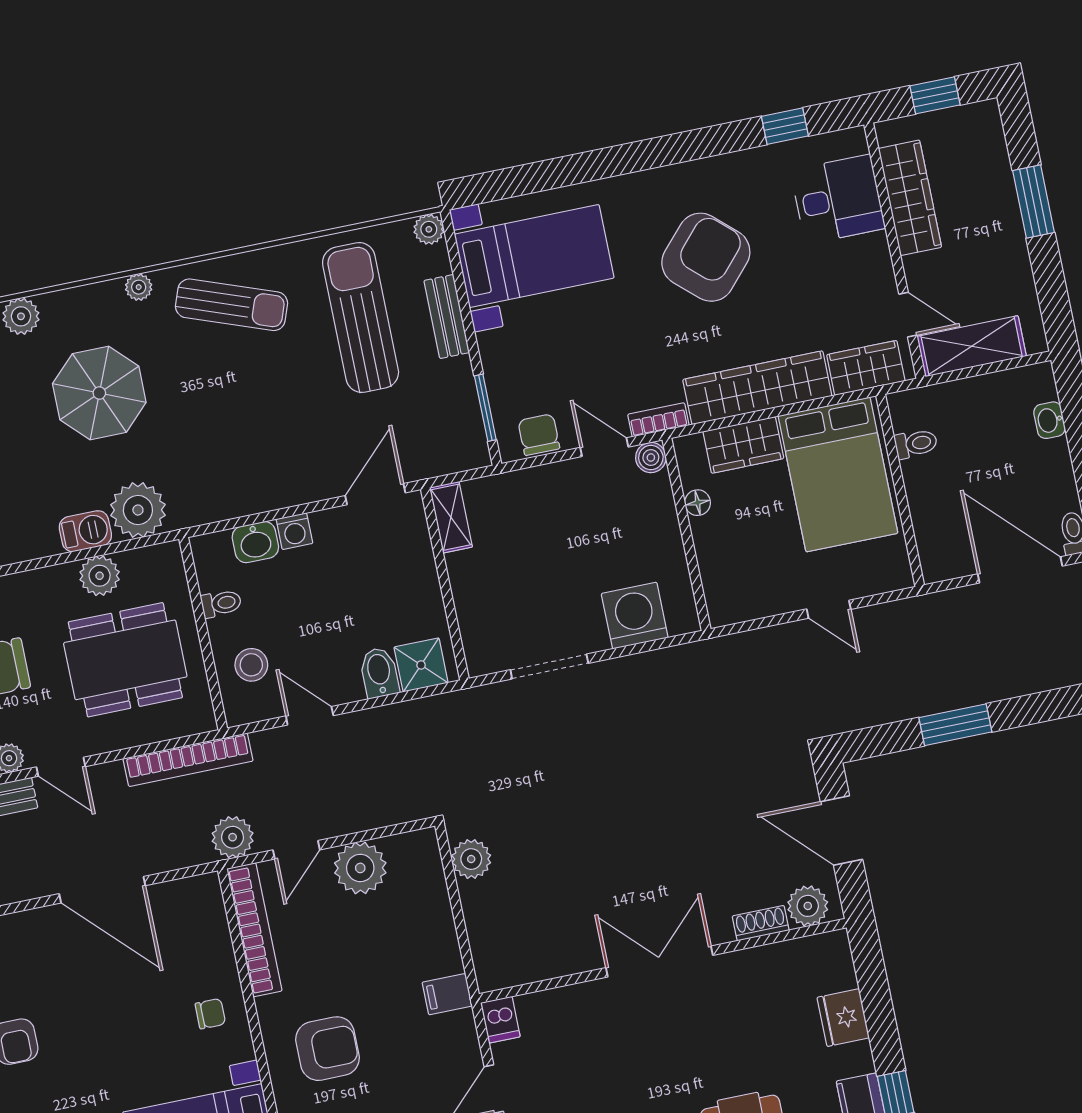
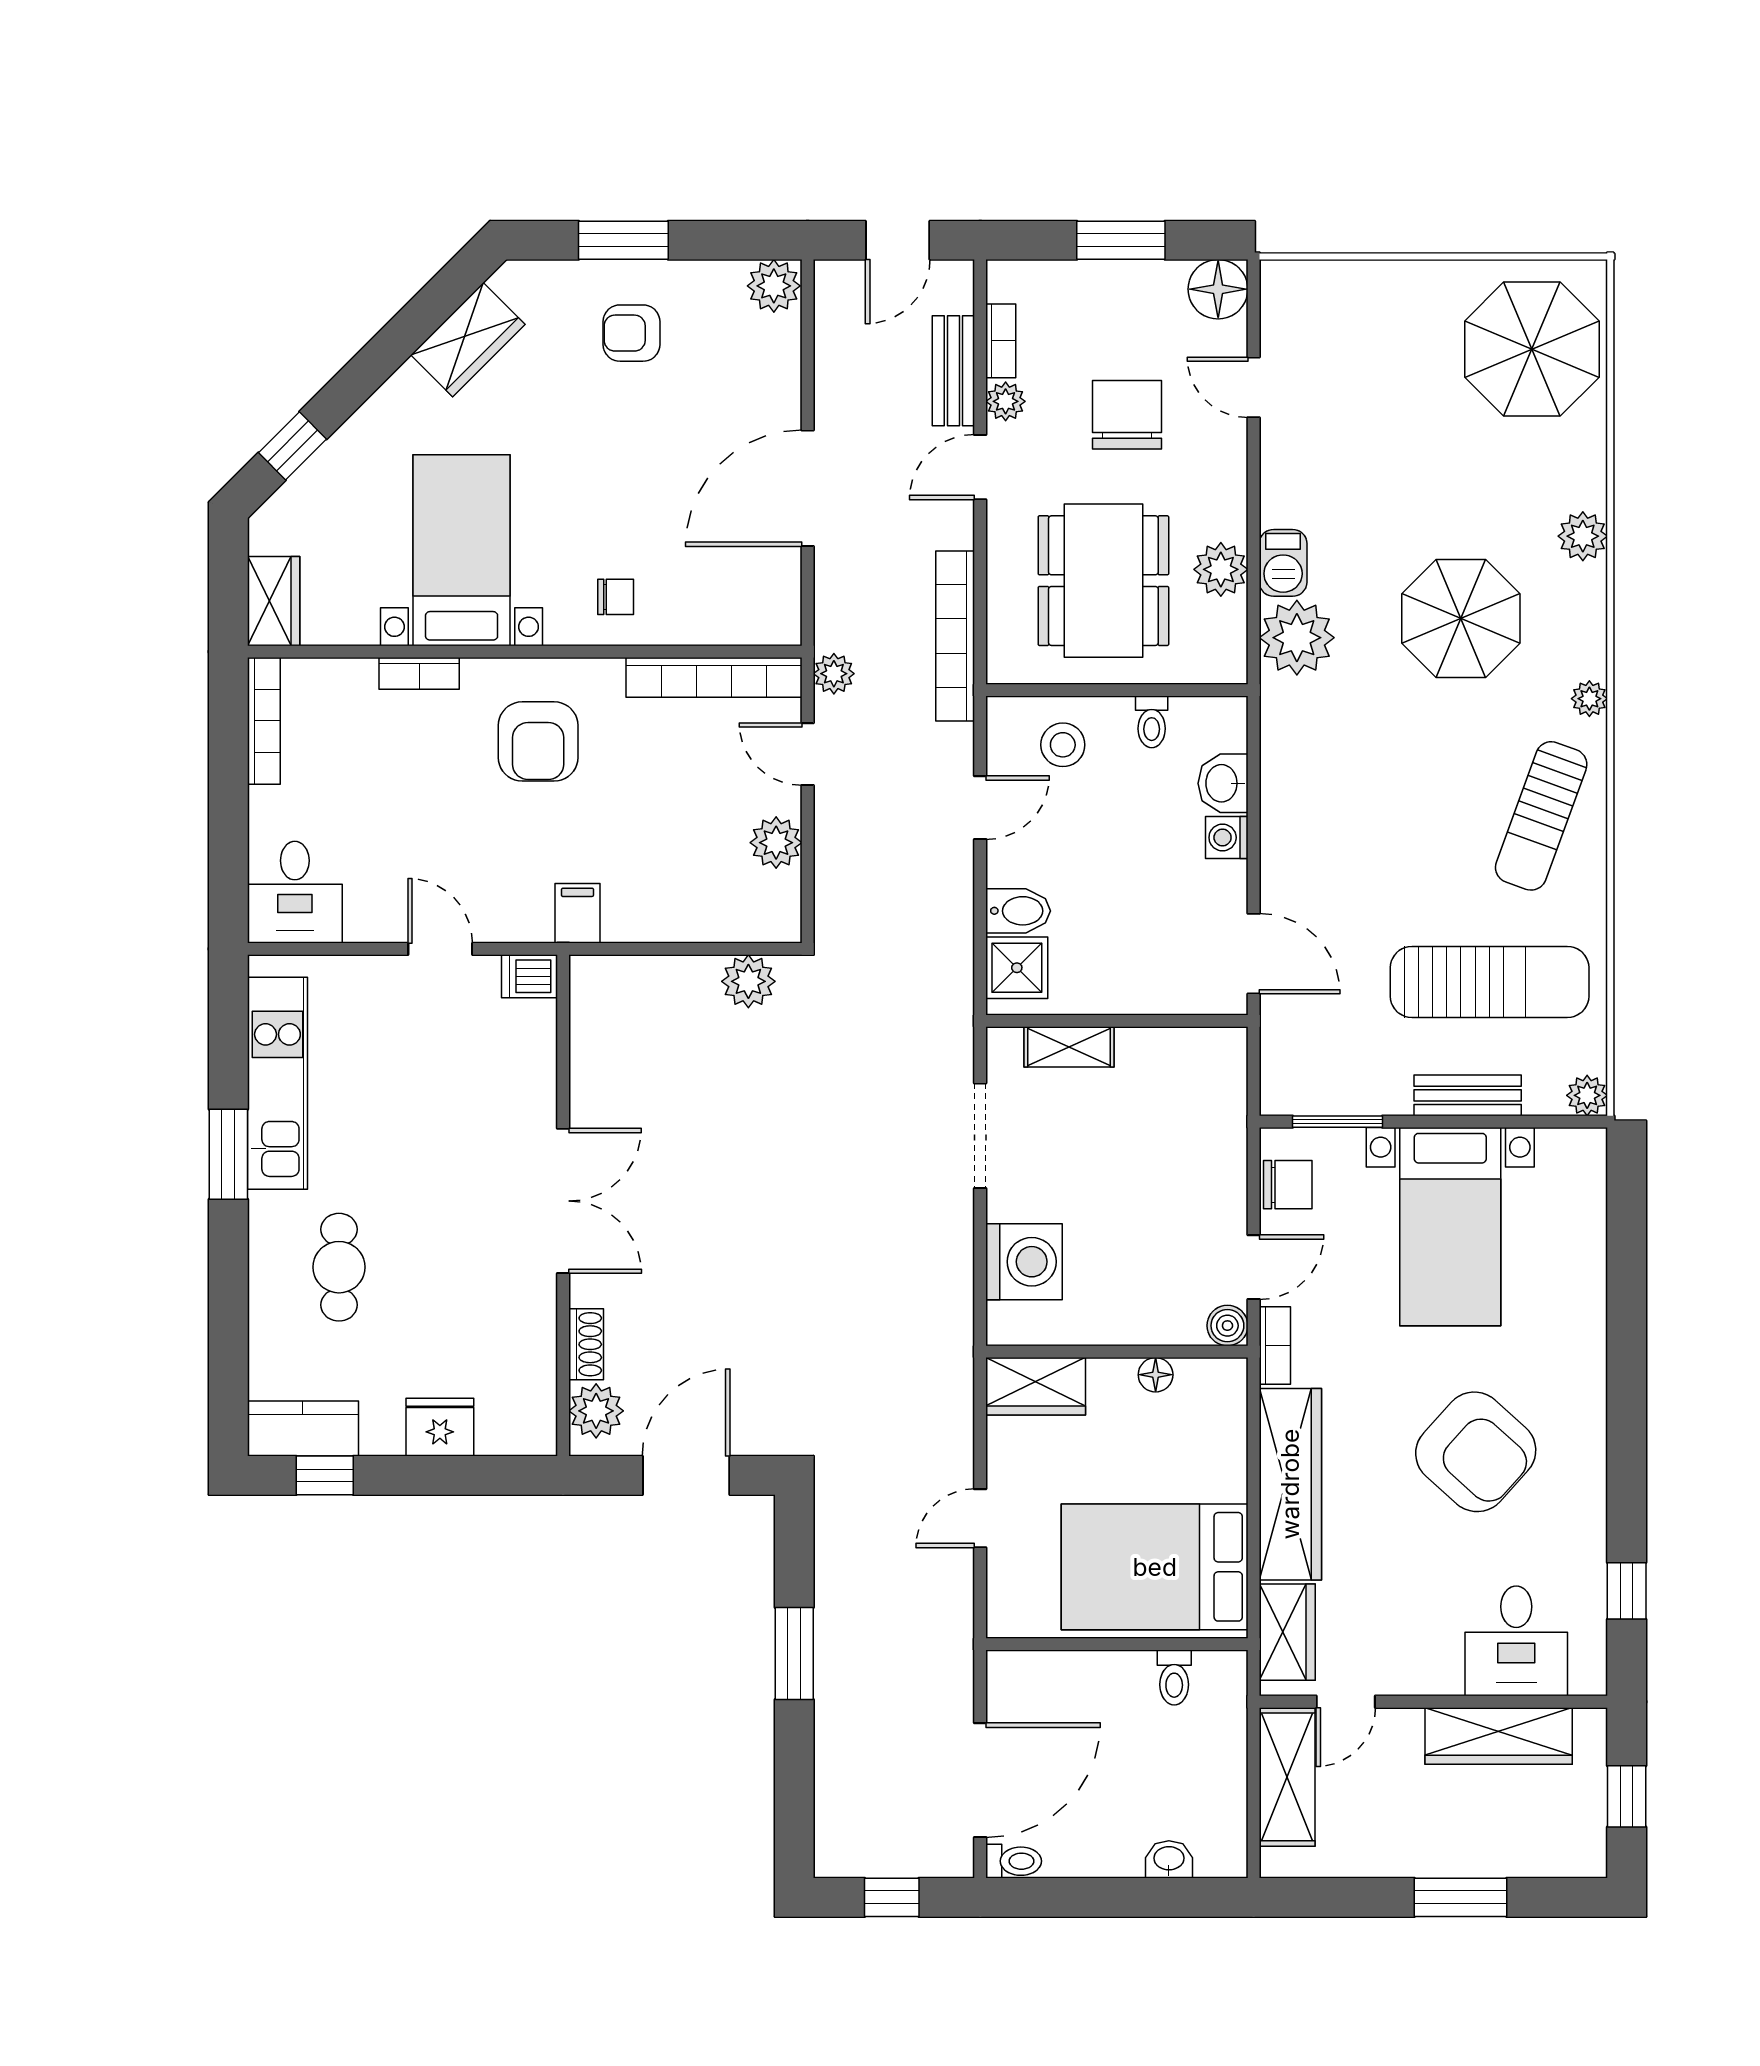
bed with nightstands: (534, 256) -> (1450, 1227), moved
wardrobe: (743, 445) -> (1036, 1386), moved, turned -90
shelving: (451, 517) -> (1069, 1047), moved
plant: (233, 837) -> (834, 674), width x0.73, depth x0.73
plant: (360, 868) -> (776, 843), width x0.73, depth x0.73
chair: (210, 1014) -> (616, 597), turned -90

